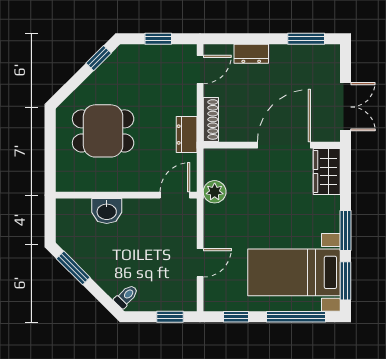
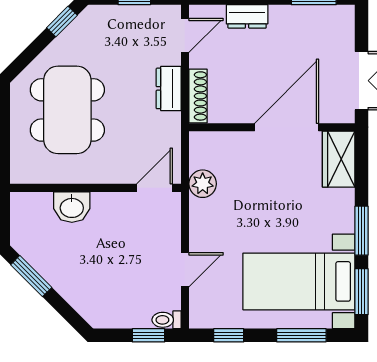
dining table: (103, 131) -> (67, 110), width x1.38
dresser: (187, 135) -> (169, 88), moved
toilet: (126, 296) -> (166, 320), moved, turned -135
window: (296, 317) -> (301, 335), width x0.69

